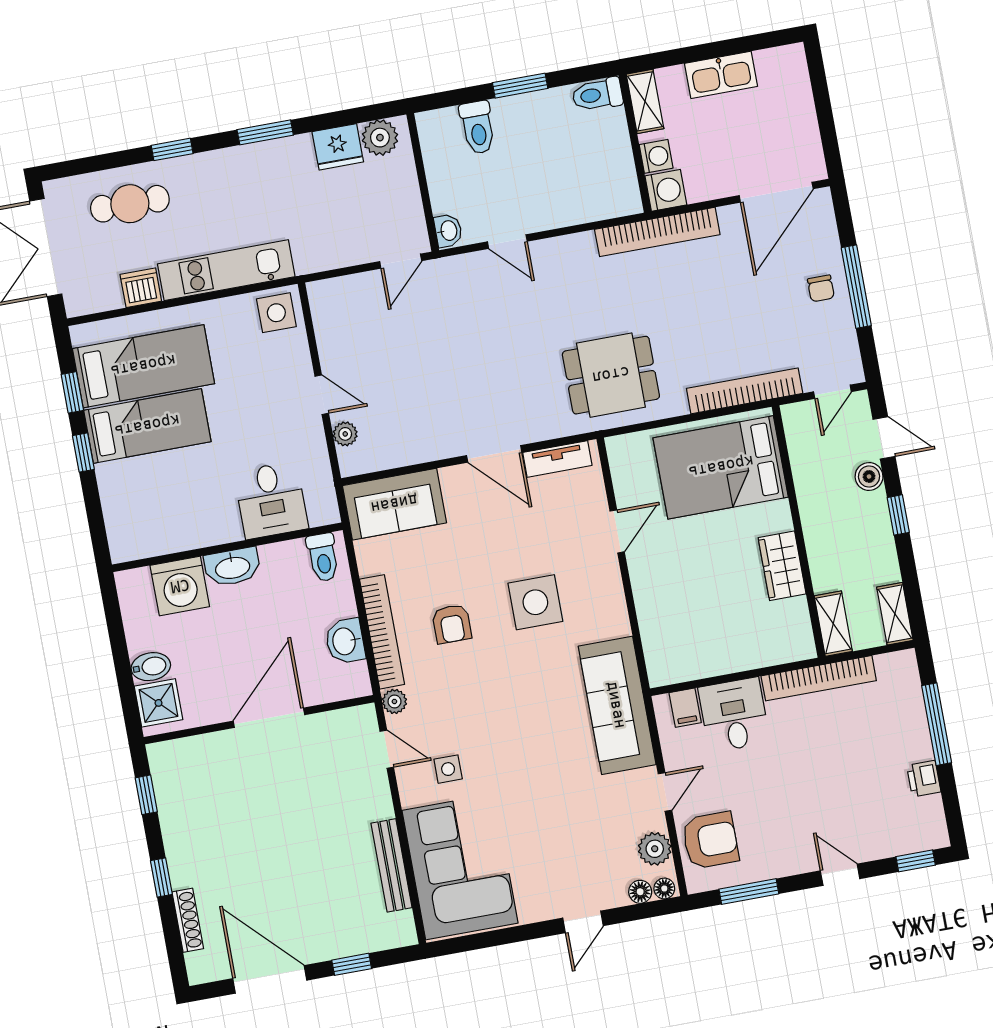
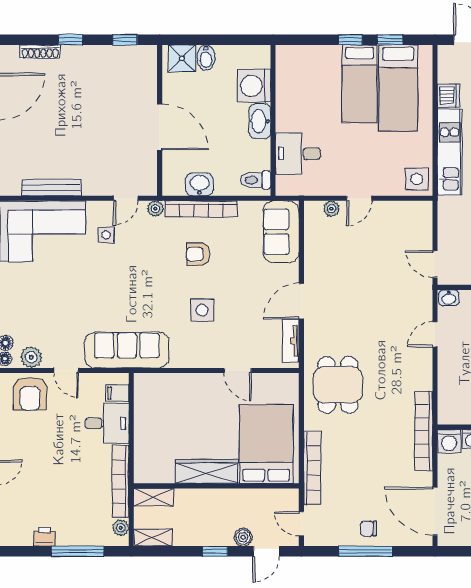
wardrobe: (782, 566) -> (207, 471), width x1.50
side table: (535, 602) -> (202, 310), width x0.73, depth x0.73
plant: (889, 665) -> (121, 528), added

